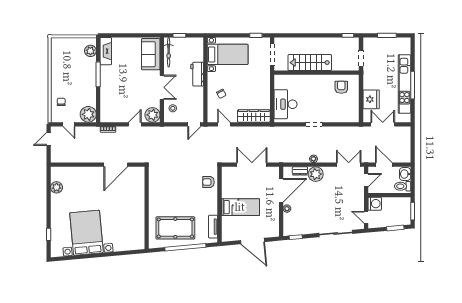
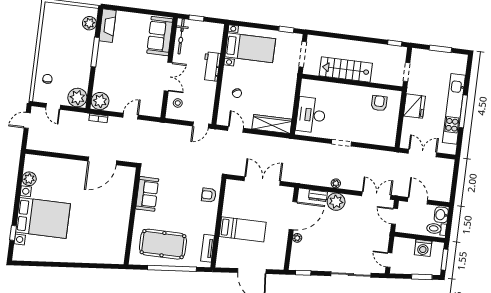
fridge: (371, 99) -> (414, 106), moved
plant: (152, 115) -> (100, 101), moved
door: (366, 180) -> (394, 216), swing flipped
sofa: (157, 188) -> (147, 194), added
washing machine: (375, 204) -> (423, 248), moved, turned 90
bed with nightstands: (86, 233) -> (43, 218), moved, turned 95

